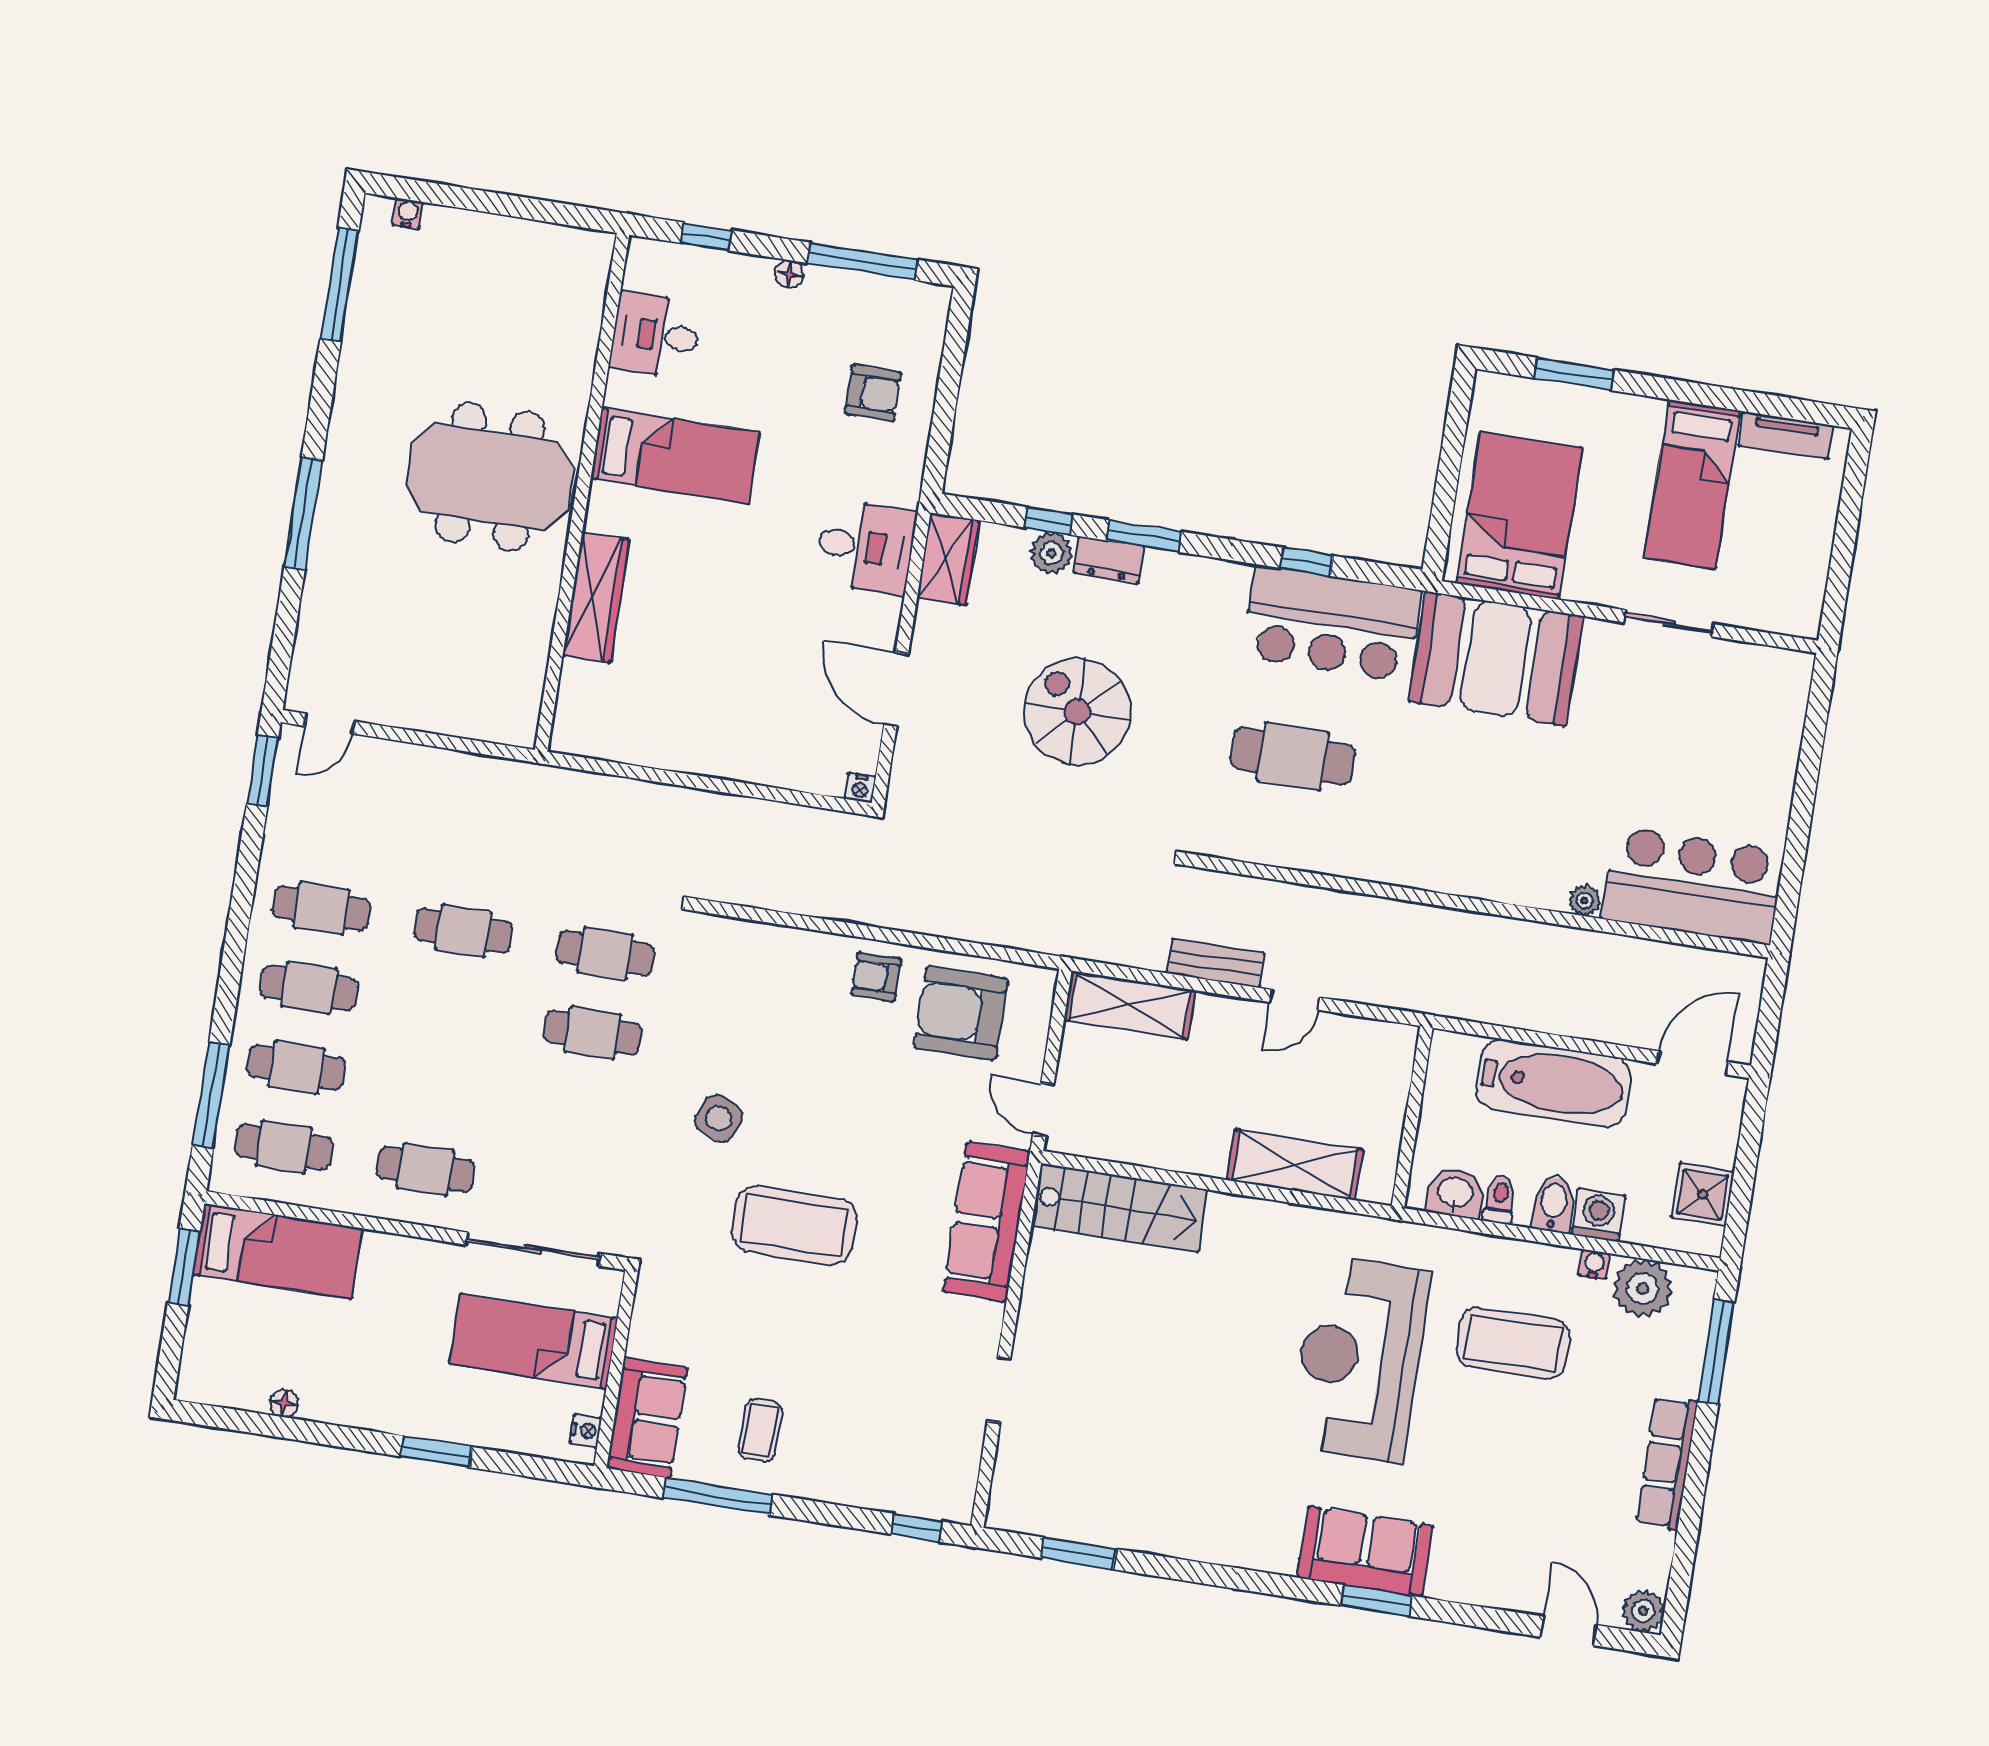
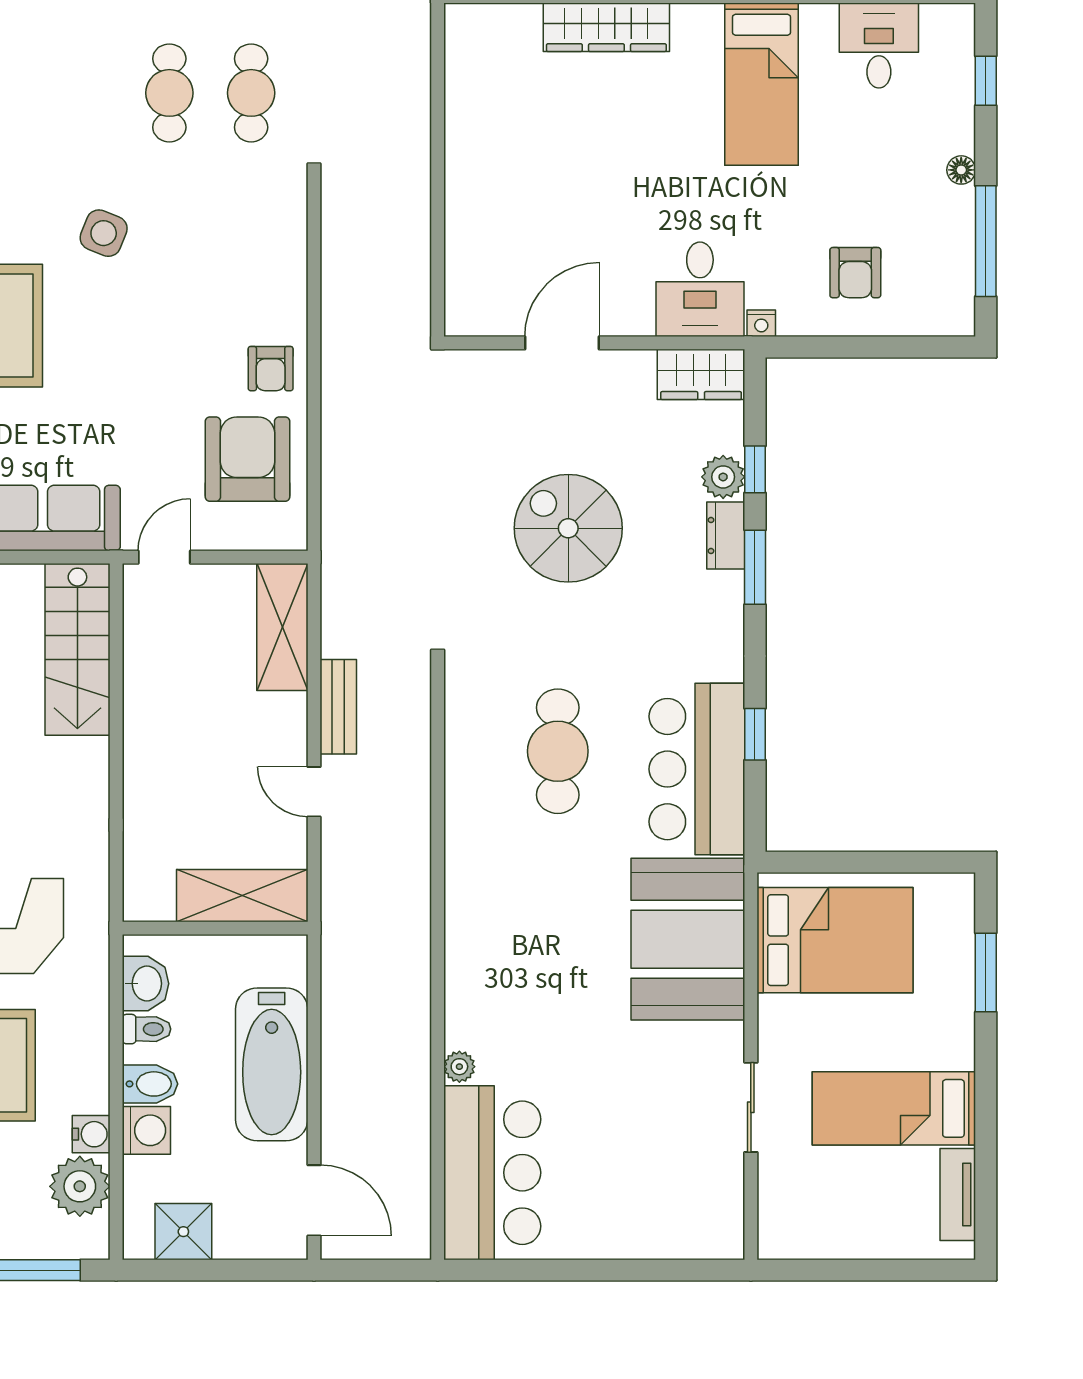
spiral stairs: (1077, 712) -> (568, 528), turned -90
nightstand: (860, 788) -> (761, 323), moved, turned -90
armchair: (876, 977) -> (271, 369), turned 180
shelving: (1295, 1165) -> (242, 896), moved, turned 90
water cooler: (1594, 1264) -> (91, 1134), width x1.38, depth x1.38

